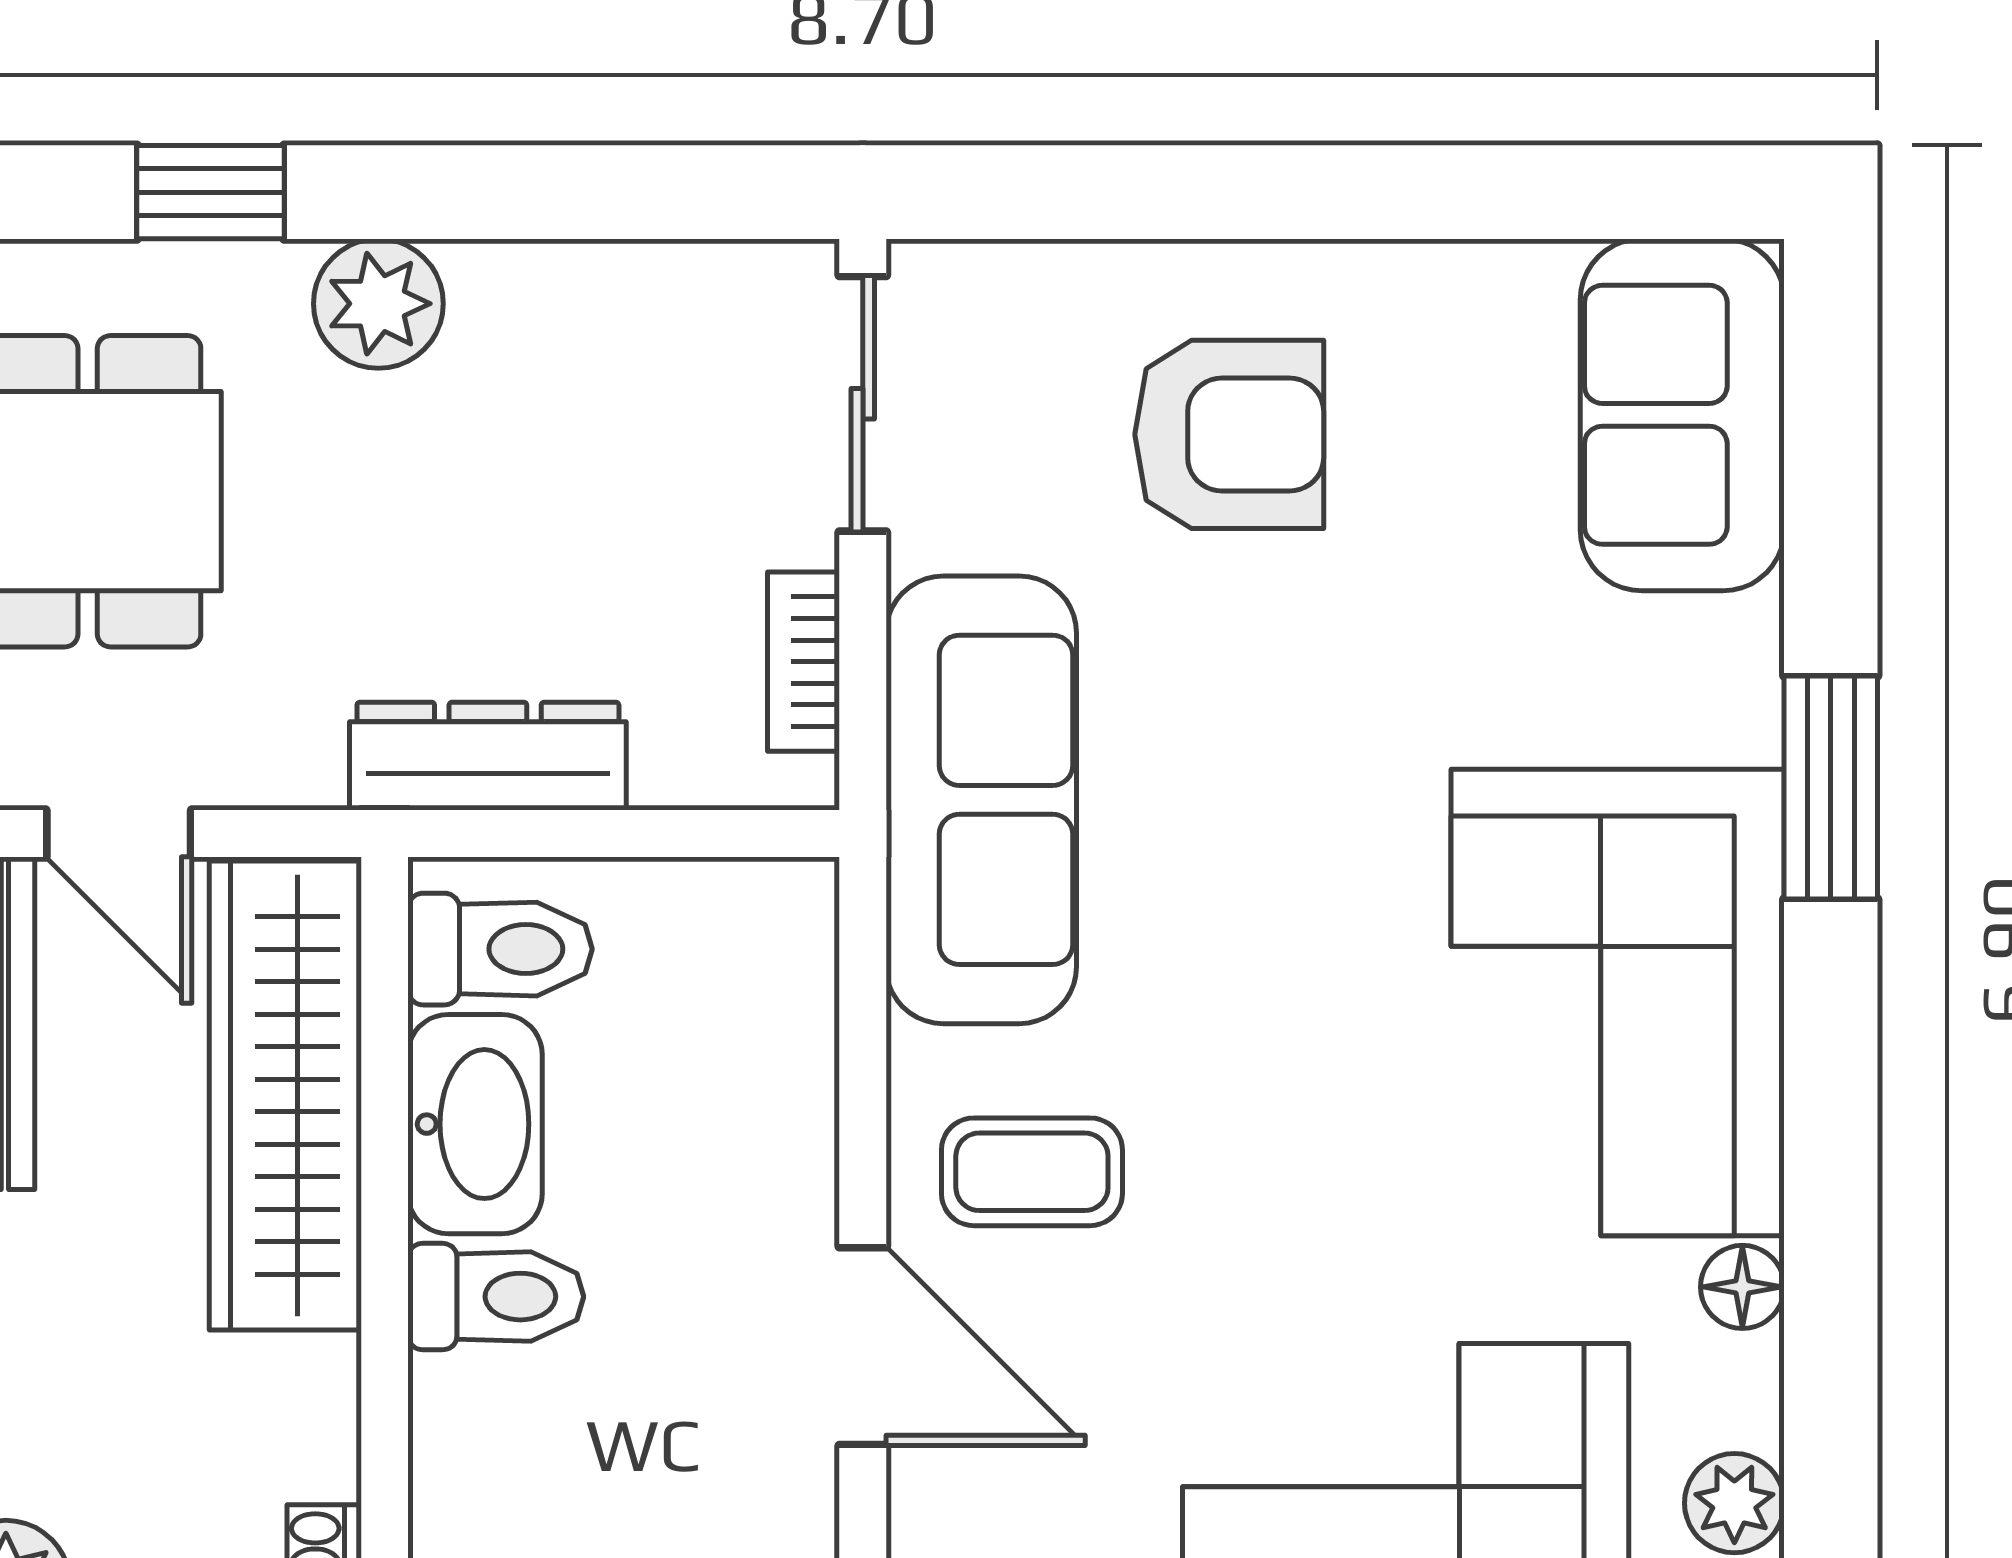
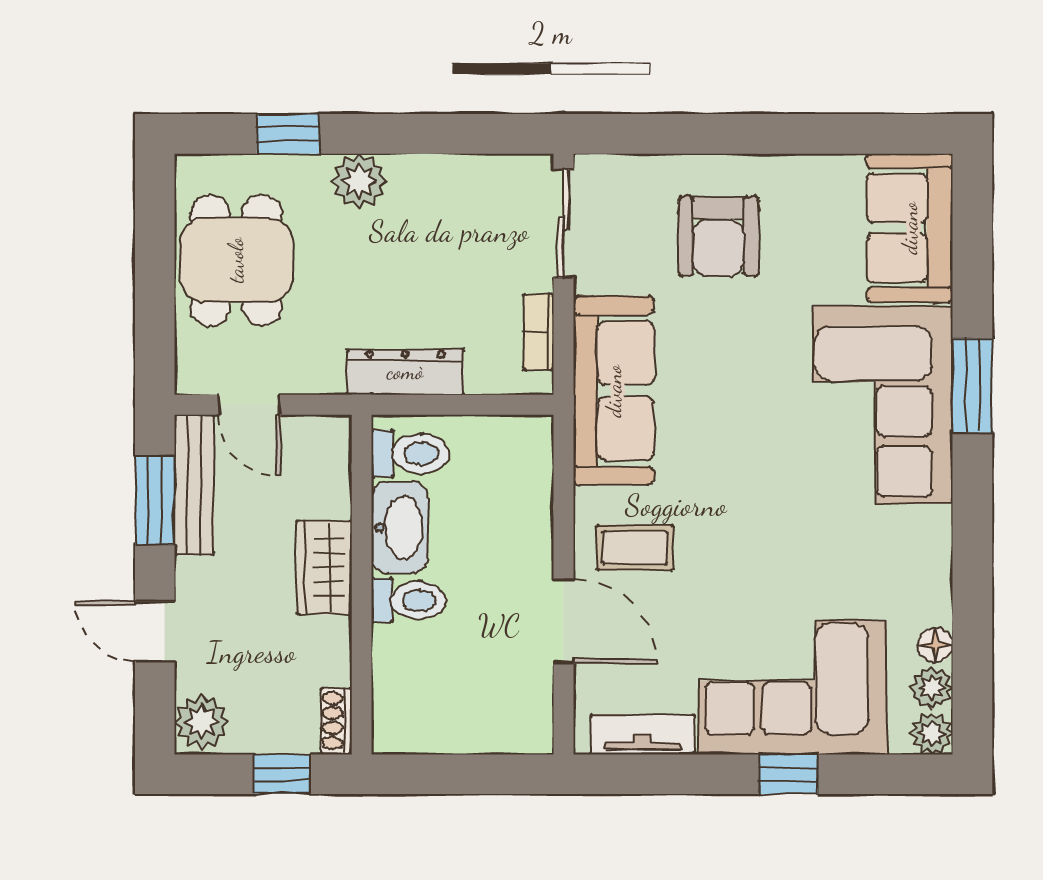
armchair: (1229, 434) -> (718, 236), turned 90
corner sofa: (1618, 1003) -> (882, 405), moved
wardrobe: (285, 1096) -> (324, 567), width x0.48, depth x0.85
floor lamp: (1742, 1287) -> (935, 645), moved

